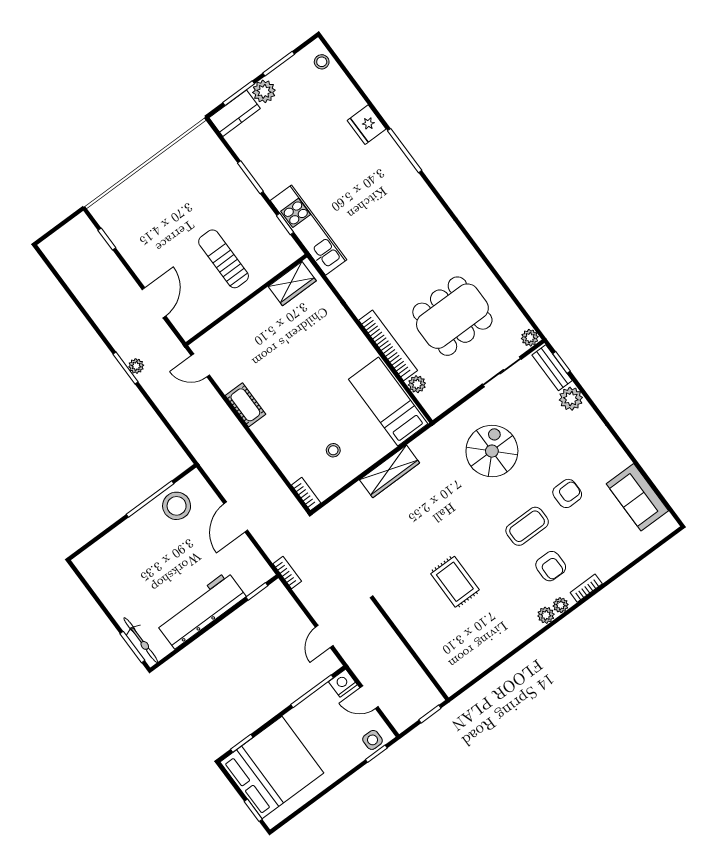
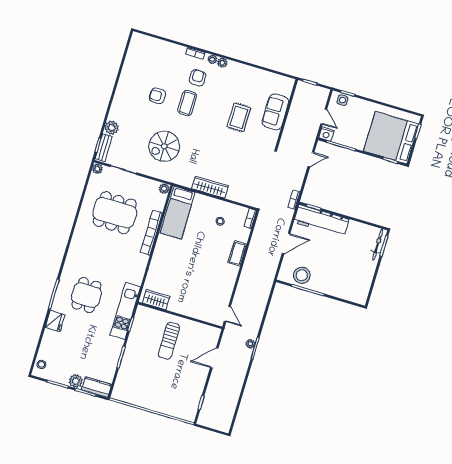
dining table: (370, 194) -> (86, 295), added
plant: (417, 384) -> (164, 189), moved
cot: (245, 405) -> (237, 253), moved
sofa: (637, 497) -> (275, 112), moved, turned 180
coffee table: (527, 526) -> (187, 103), turned 90
workbench: (201, 610) -> (321, 221), moved

